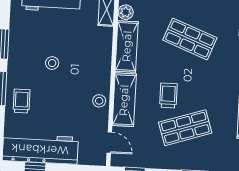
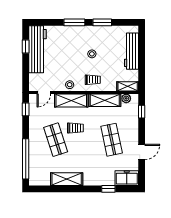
shop shelf: (190, 39) -> (112, 140), turned -33
trolley: (22, 101) -> (93, 80), moved

